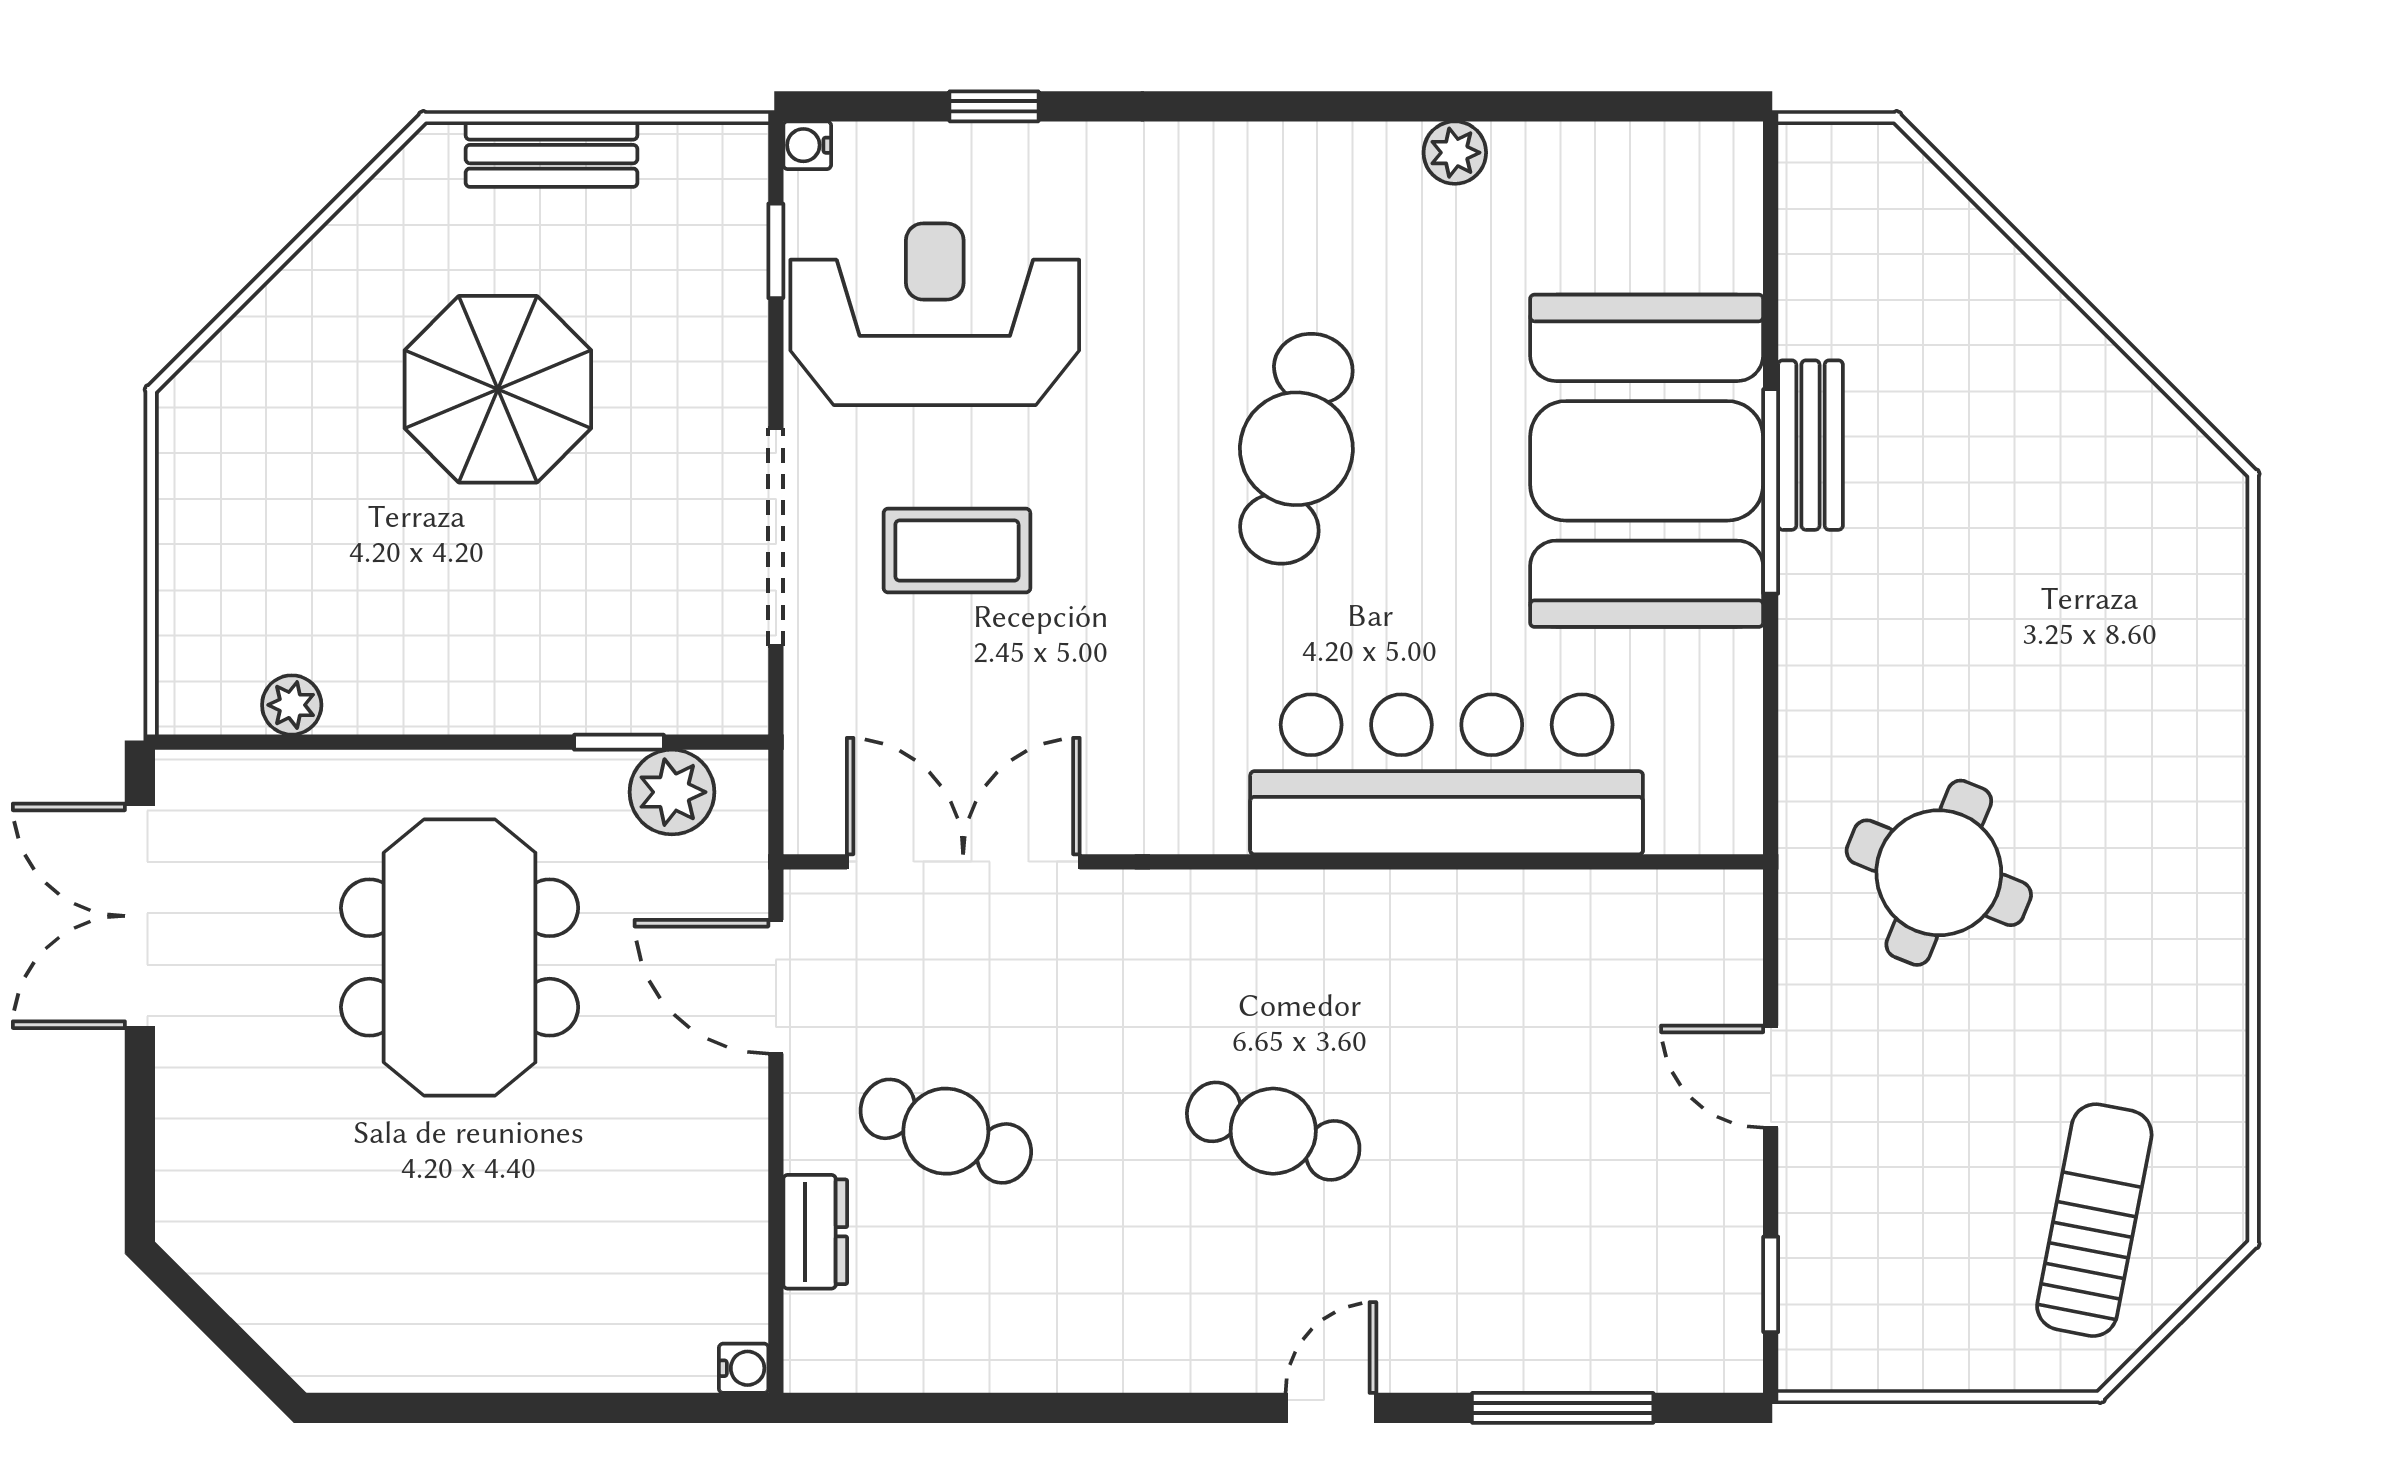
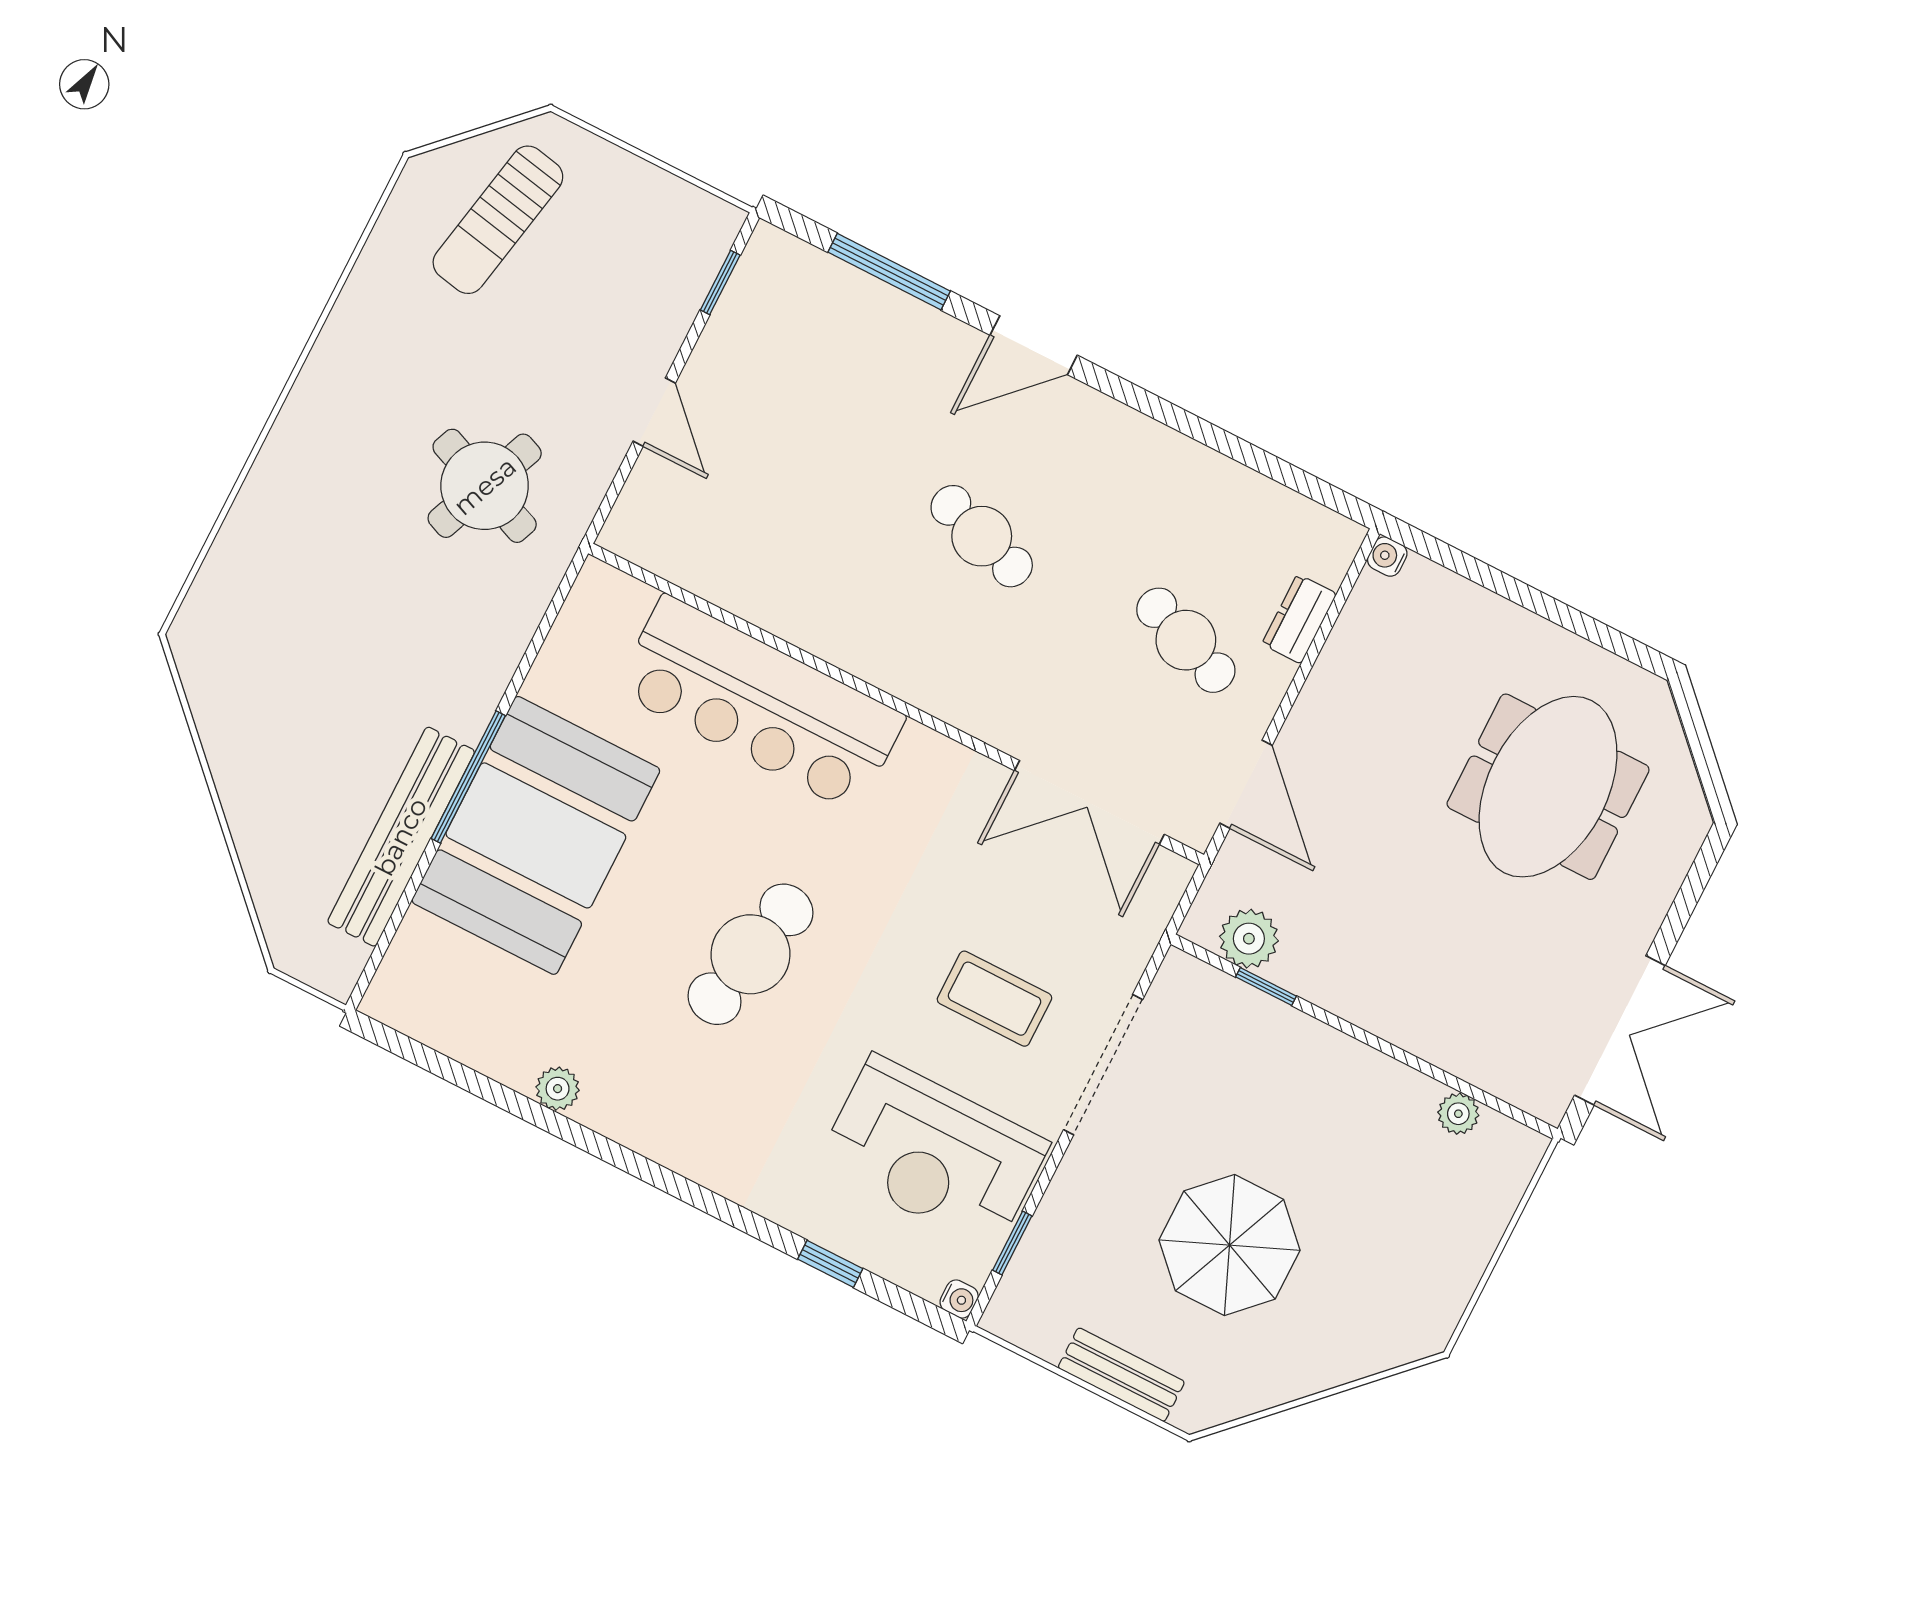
bench: (1810, 445) -> (401, 837), width x1.86, depth x1.21
meeting table: (460, 957) -> (1548, 787), moved
door: (1331, 1408) -> (1034, 345), width x1.38

